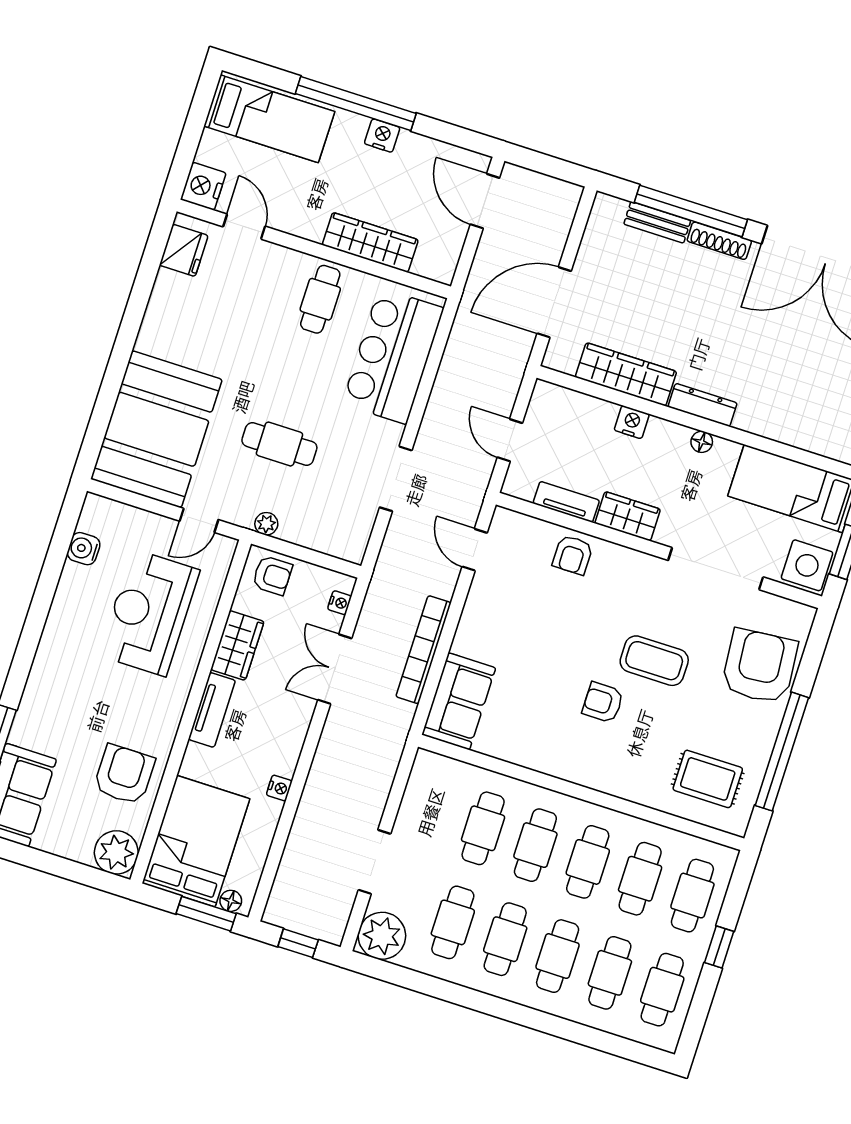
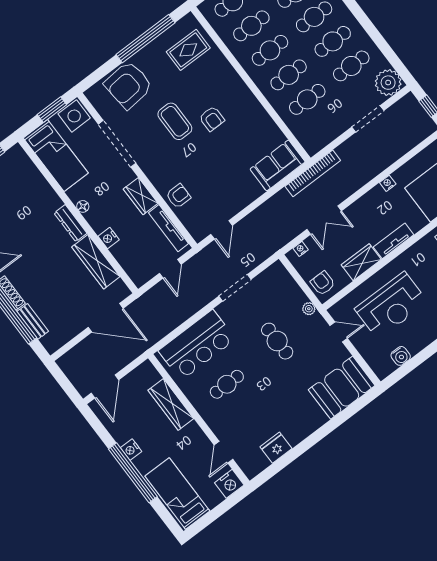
fridge: (184, 250) -> (276, 448), moved
cafe table: (320, 299) -> (227, 384), moved
booth: (156, 429) -> (342, 388), width x0.73, depth x0.70
tv unit: (566, 502) -> (169, 228), width x1.41
bookcase: (424, 650) -> (313, 173), moved
rug: (708, 779) -> (188, 50), turned 90

